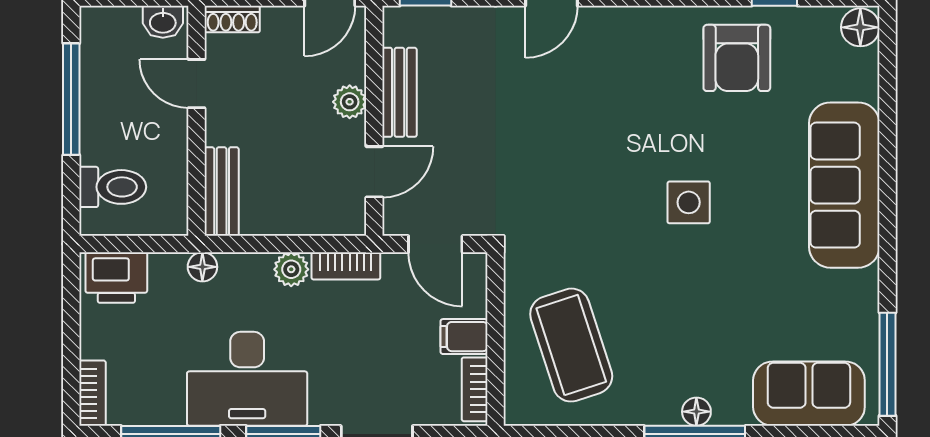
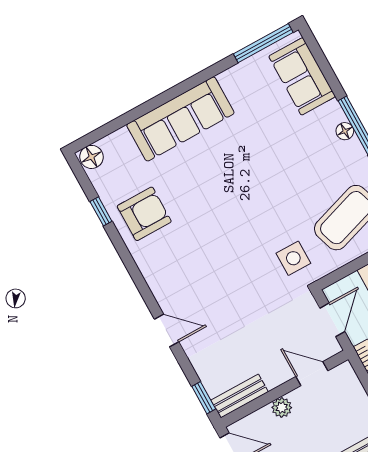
bench: (399, 92) -> (240, 396), moved
side table: (689, 202) -> (293, 258), moved

